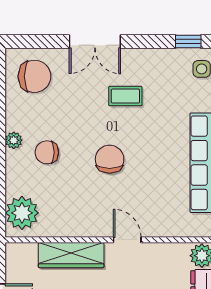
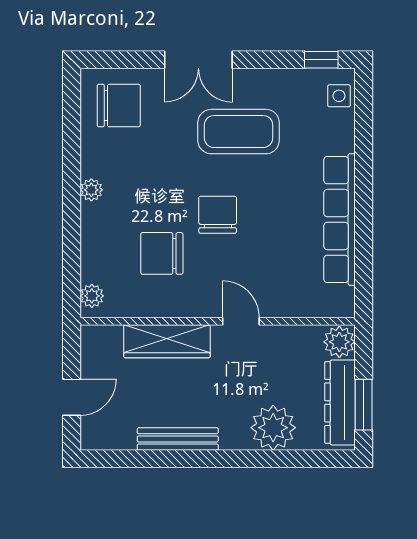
coffee table: (125, 96) -> (239, 132), width x1.86, depth x1.72
chair: (47, 152) -> (162, 253), moved, width x1.37, depth x1.37
plant: (22, 213) -> (92, 296), width x0.53, depth x0.53

